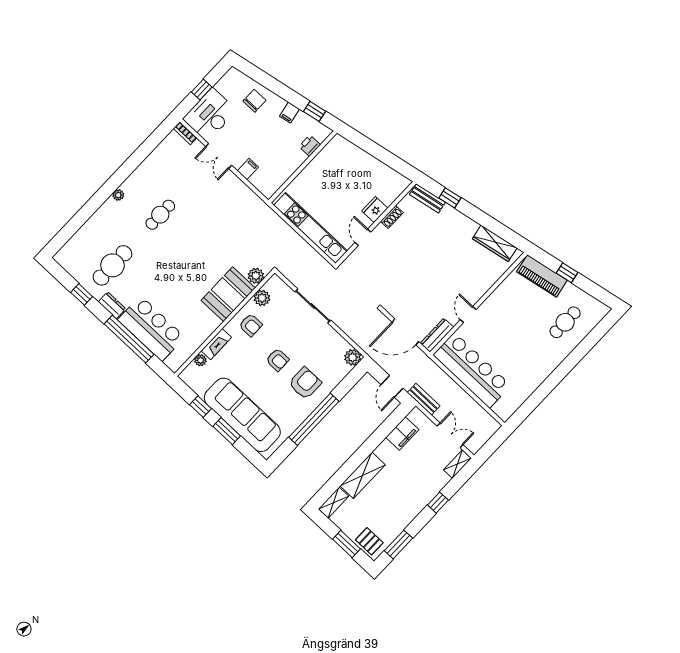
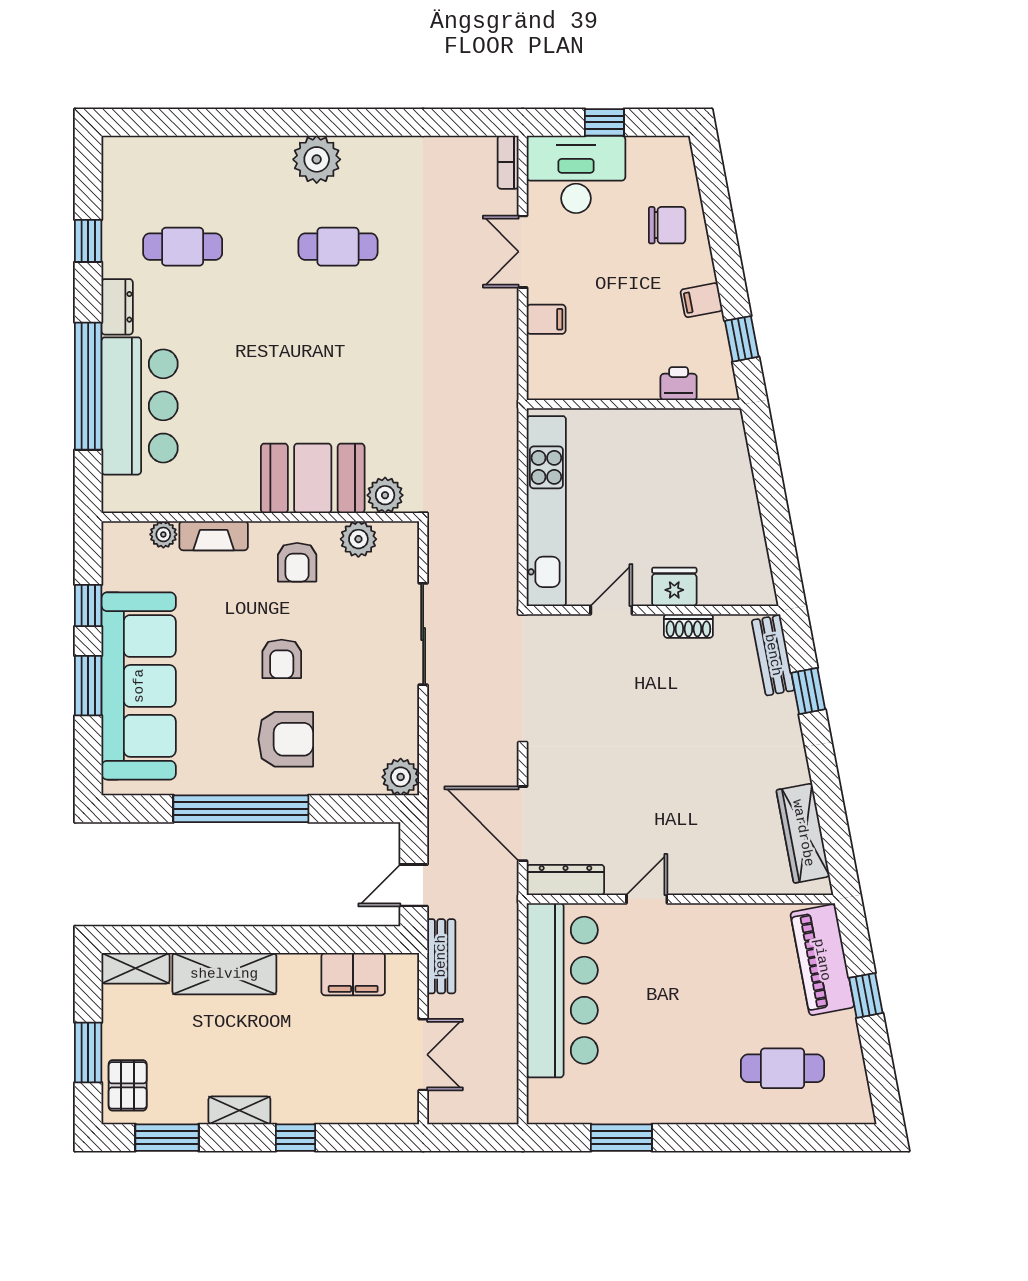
plant: (118, 195) -> (317, 159), width x1.88, depth x1.88
cafe table: (112, 265) -> (183, 247), width x0.73, depth x0.74
window: (538, 396) -> (621, 1138), added
shelving: (457, 464) -> (239, 1110), moved

